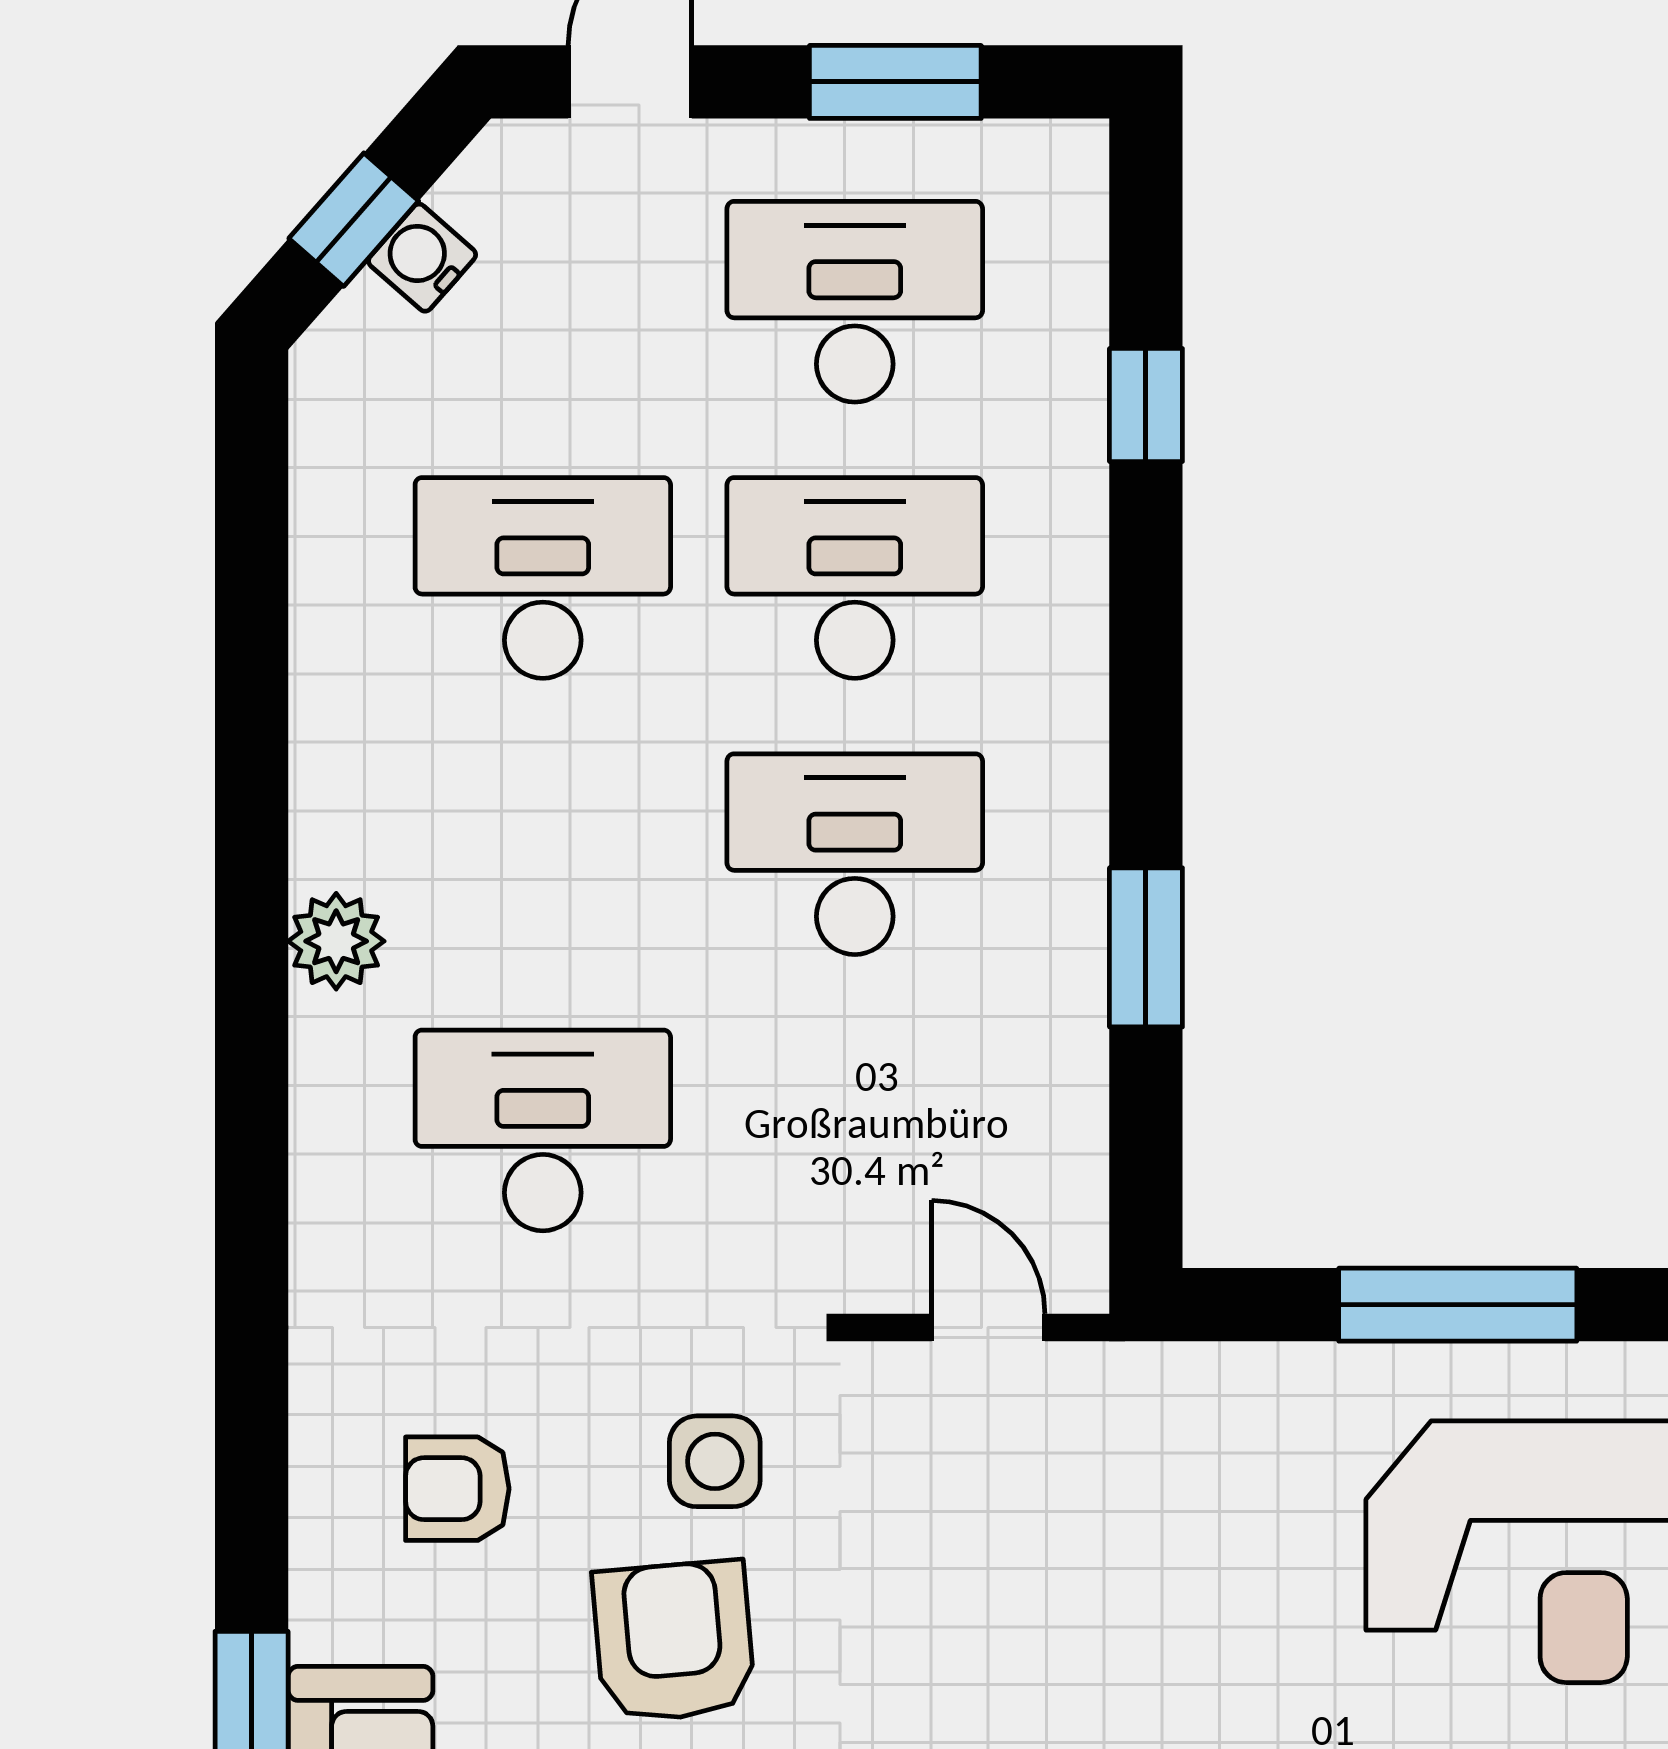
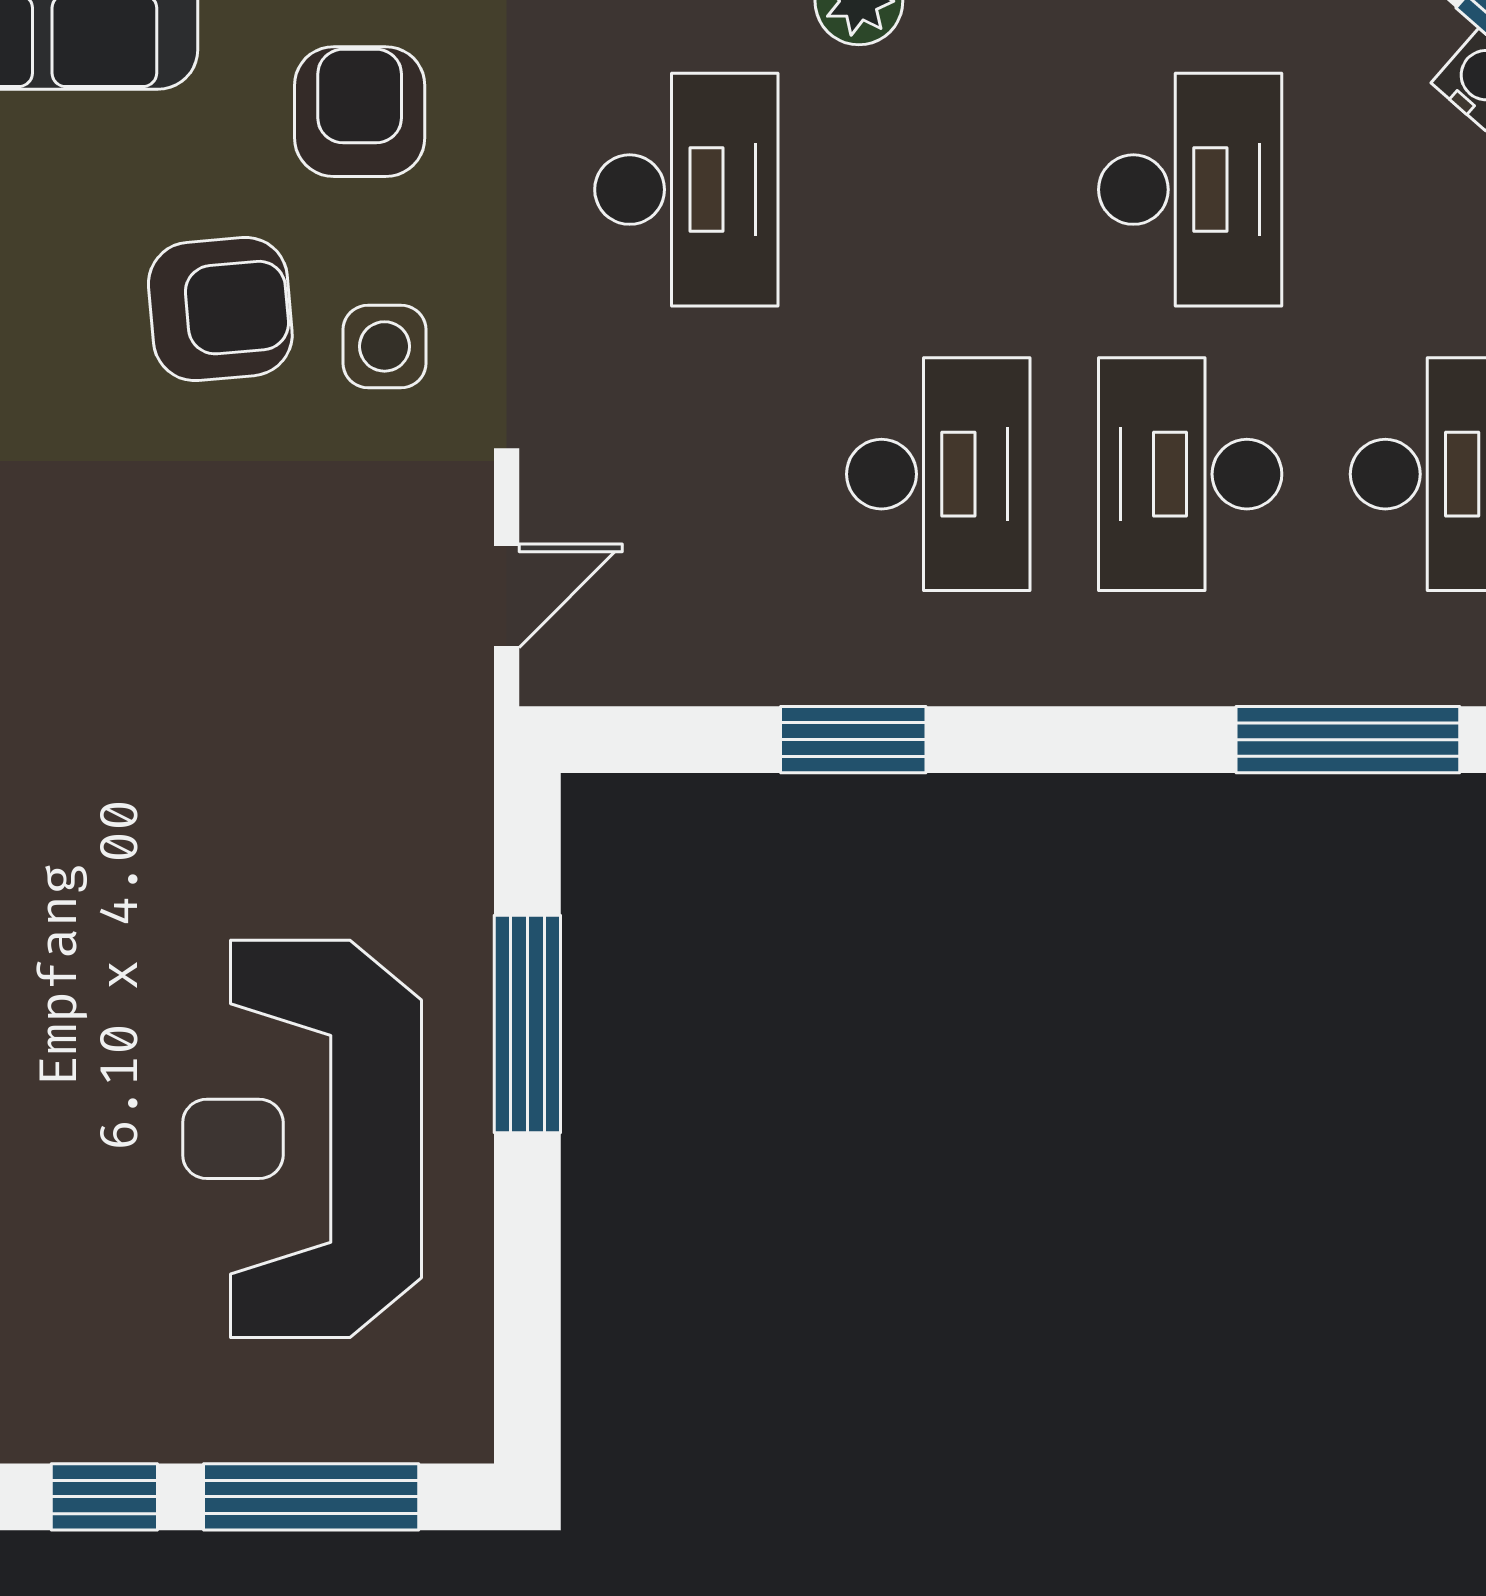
window: (1146, 405) -> (1348, 740), width x2.17
desk: (855, 578) -> (1190, 474), turned 180
armchair: (457, 1489) -> (360, 112), width x1.38, depth x1.38

